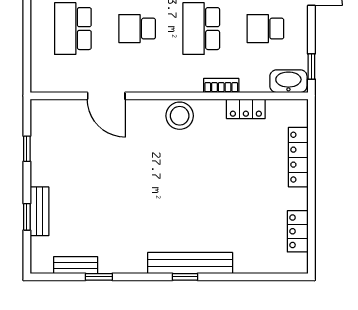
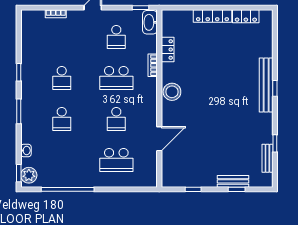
locker: (298, 157) -> (212, 16), moved

